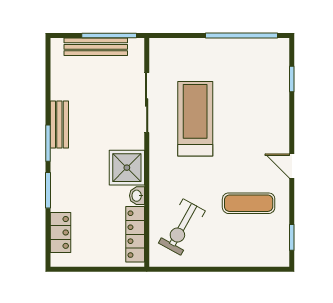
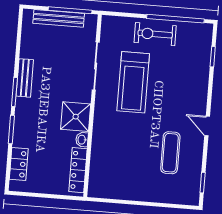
treadmill: (195, 119) -> (133, 82), turned 180
exercise mat: (249, 203) -> (170, 153), turned 90
exercise bike: (182, 227) -> (155, 34), moved, turned 61

